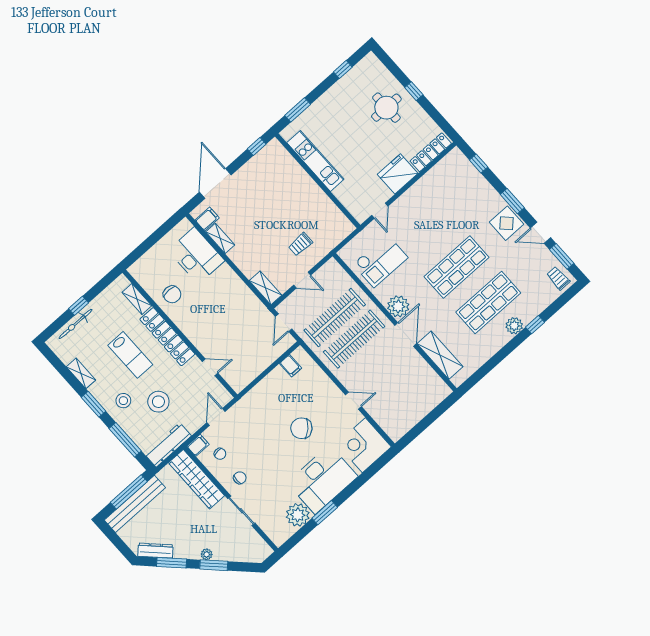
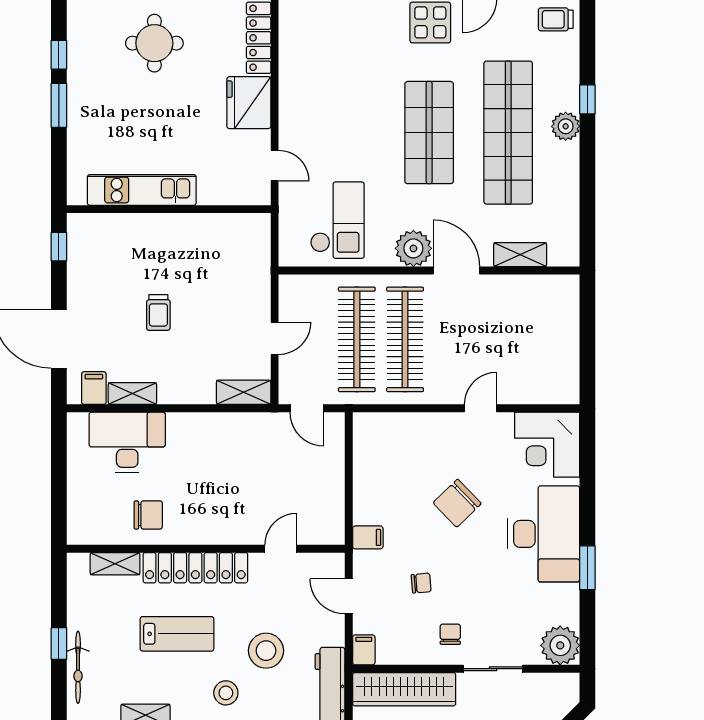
window: (298, 110) -> (59, 105), moved
trolley: (300, 244) -> (158, 312), moved
shop shelf: (488, 302) -> (508, 133), width x1.40
shelving: (440, 355) -> (520, 255), width x0.67, depth x0.75
filing cabinet: (291, 366) -> (368, 537), moved
chair: (220, 454) -> (421, 583), moved
plant: (298, 515) -> (560, 645), moved

